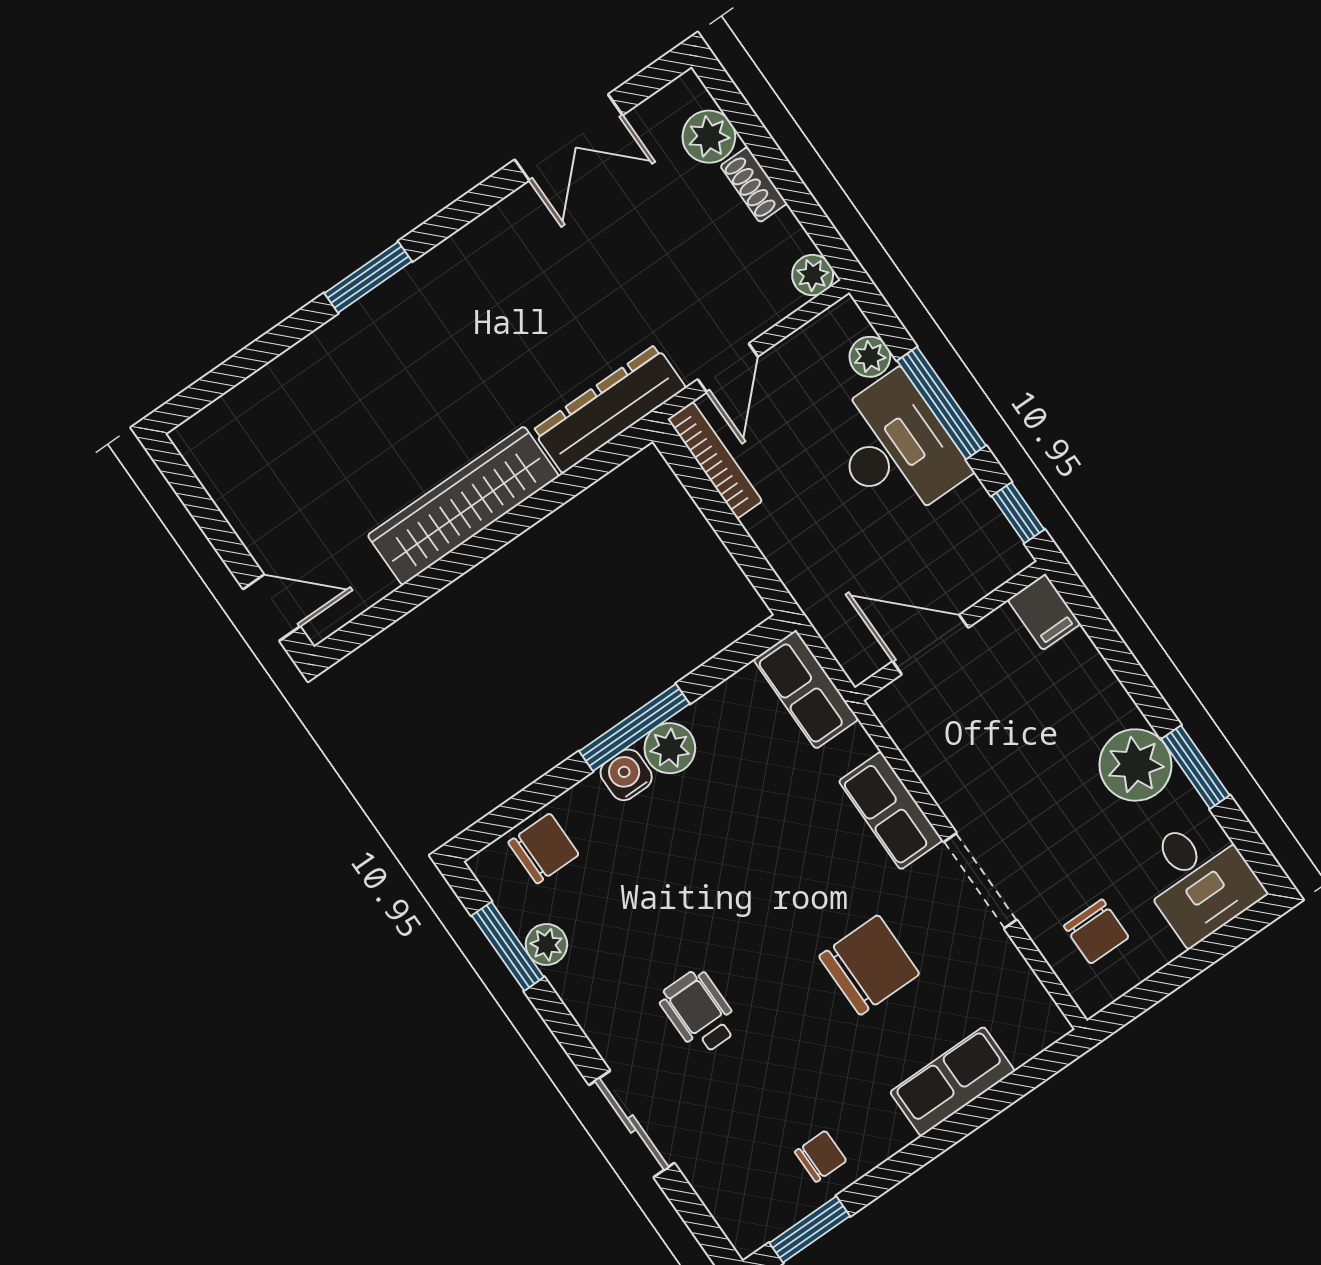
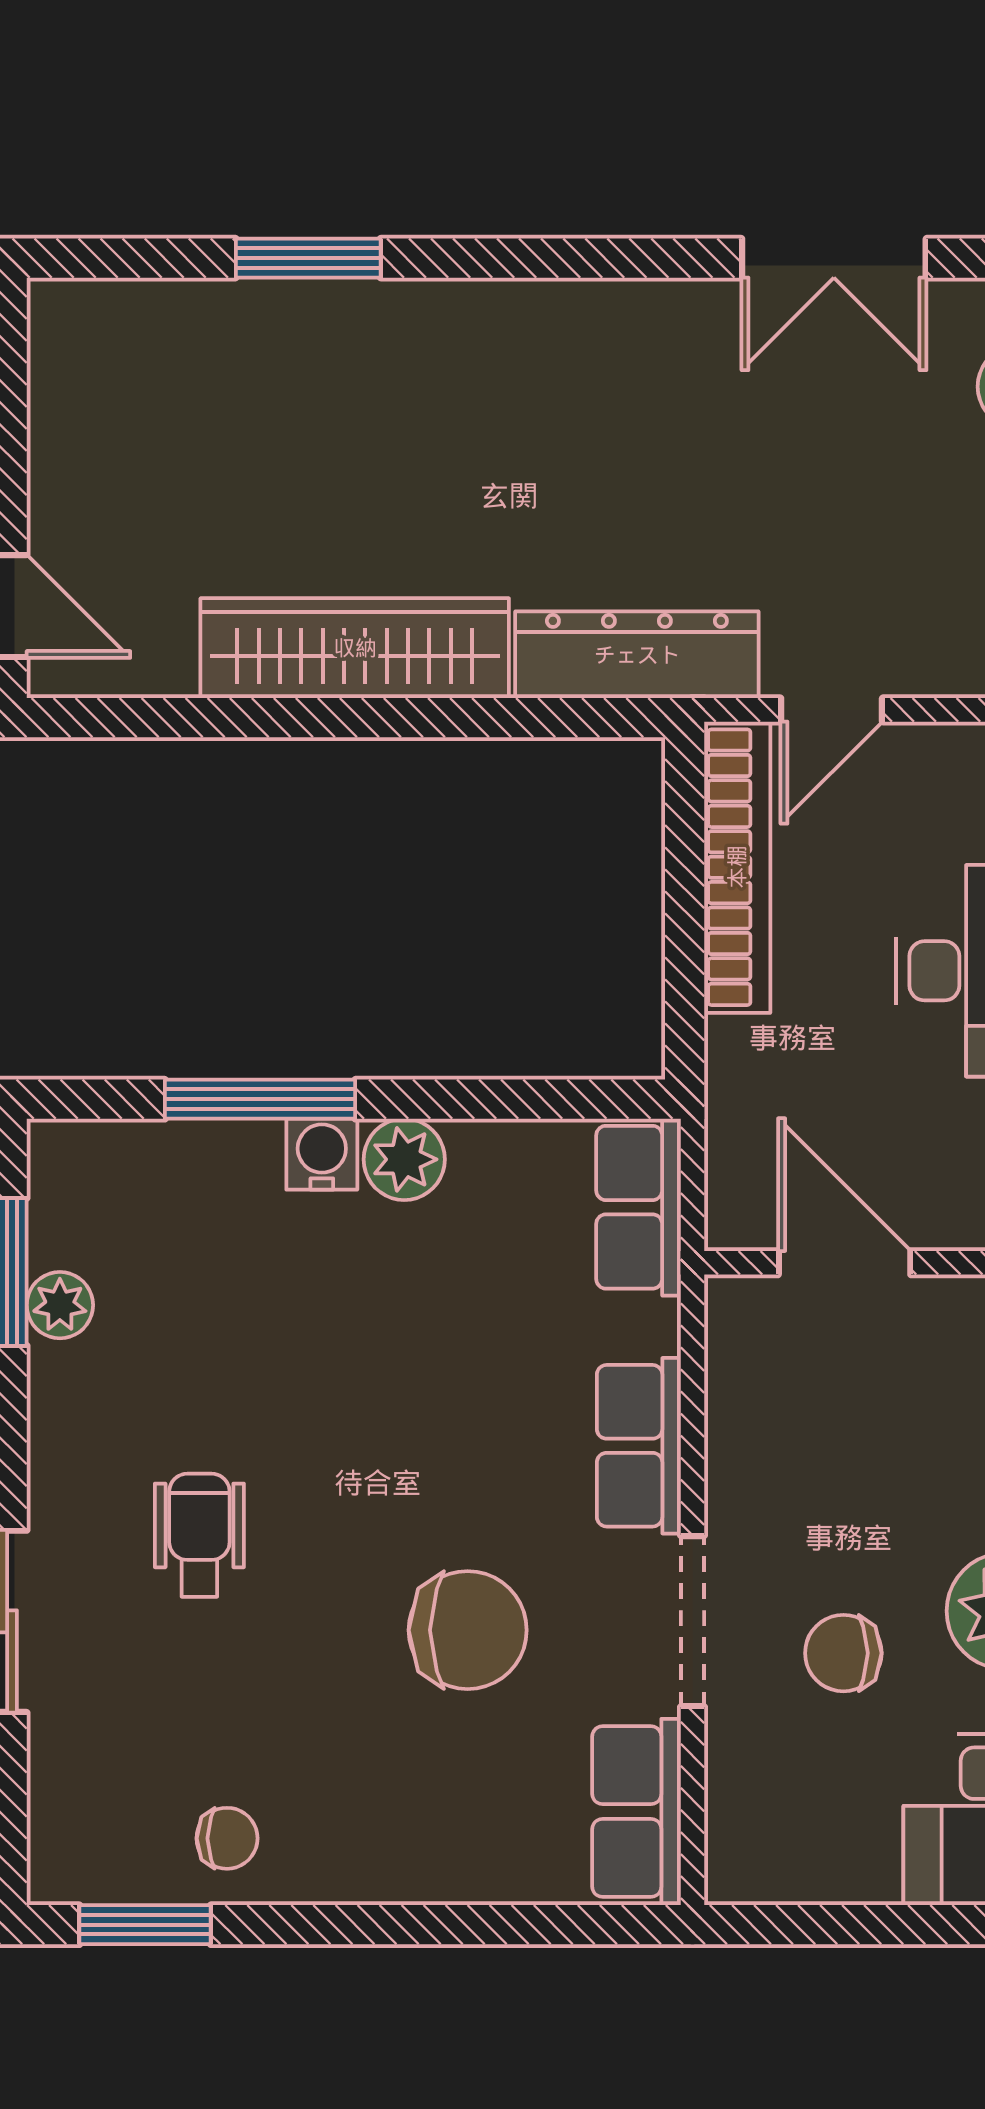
window: (368, 277) -> (308, 258), moved
bookcase: (715, 460) -> (737, 867), width x1.48, depth x1.31
window: (634, 727) -> (260, 1099), moved
chair: (544, 848) -> (145, 1175), removed
chair: (1096, 932) -> (843, 1653), moved, turned 90
row of seats: (952, 1082) -> (636, 1812), moved, turned -90

